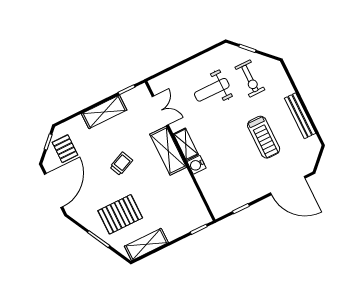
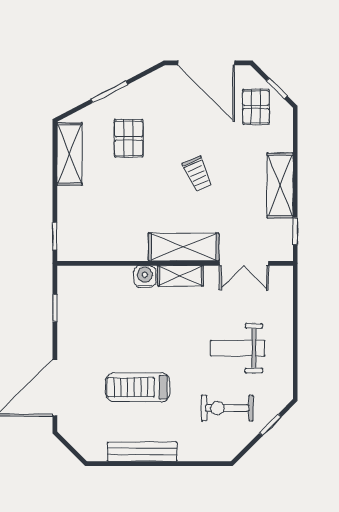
weight bench: (212, 90) -> (238, 348), turned -90
pallet: (65, 149) -> (256, 107), turned 90
pallet: (120, 214) -> (129, 138), width x0.67, depth x0.71

